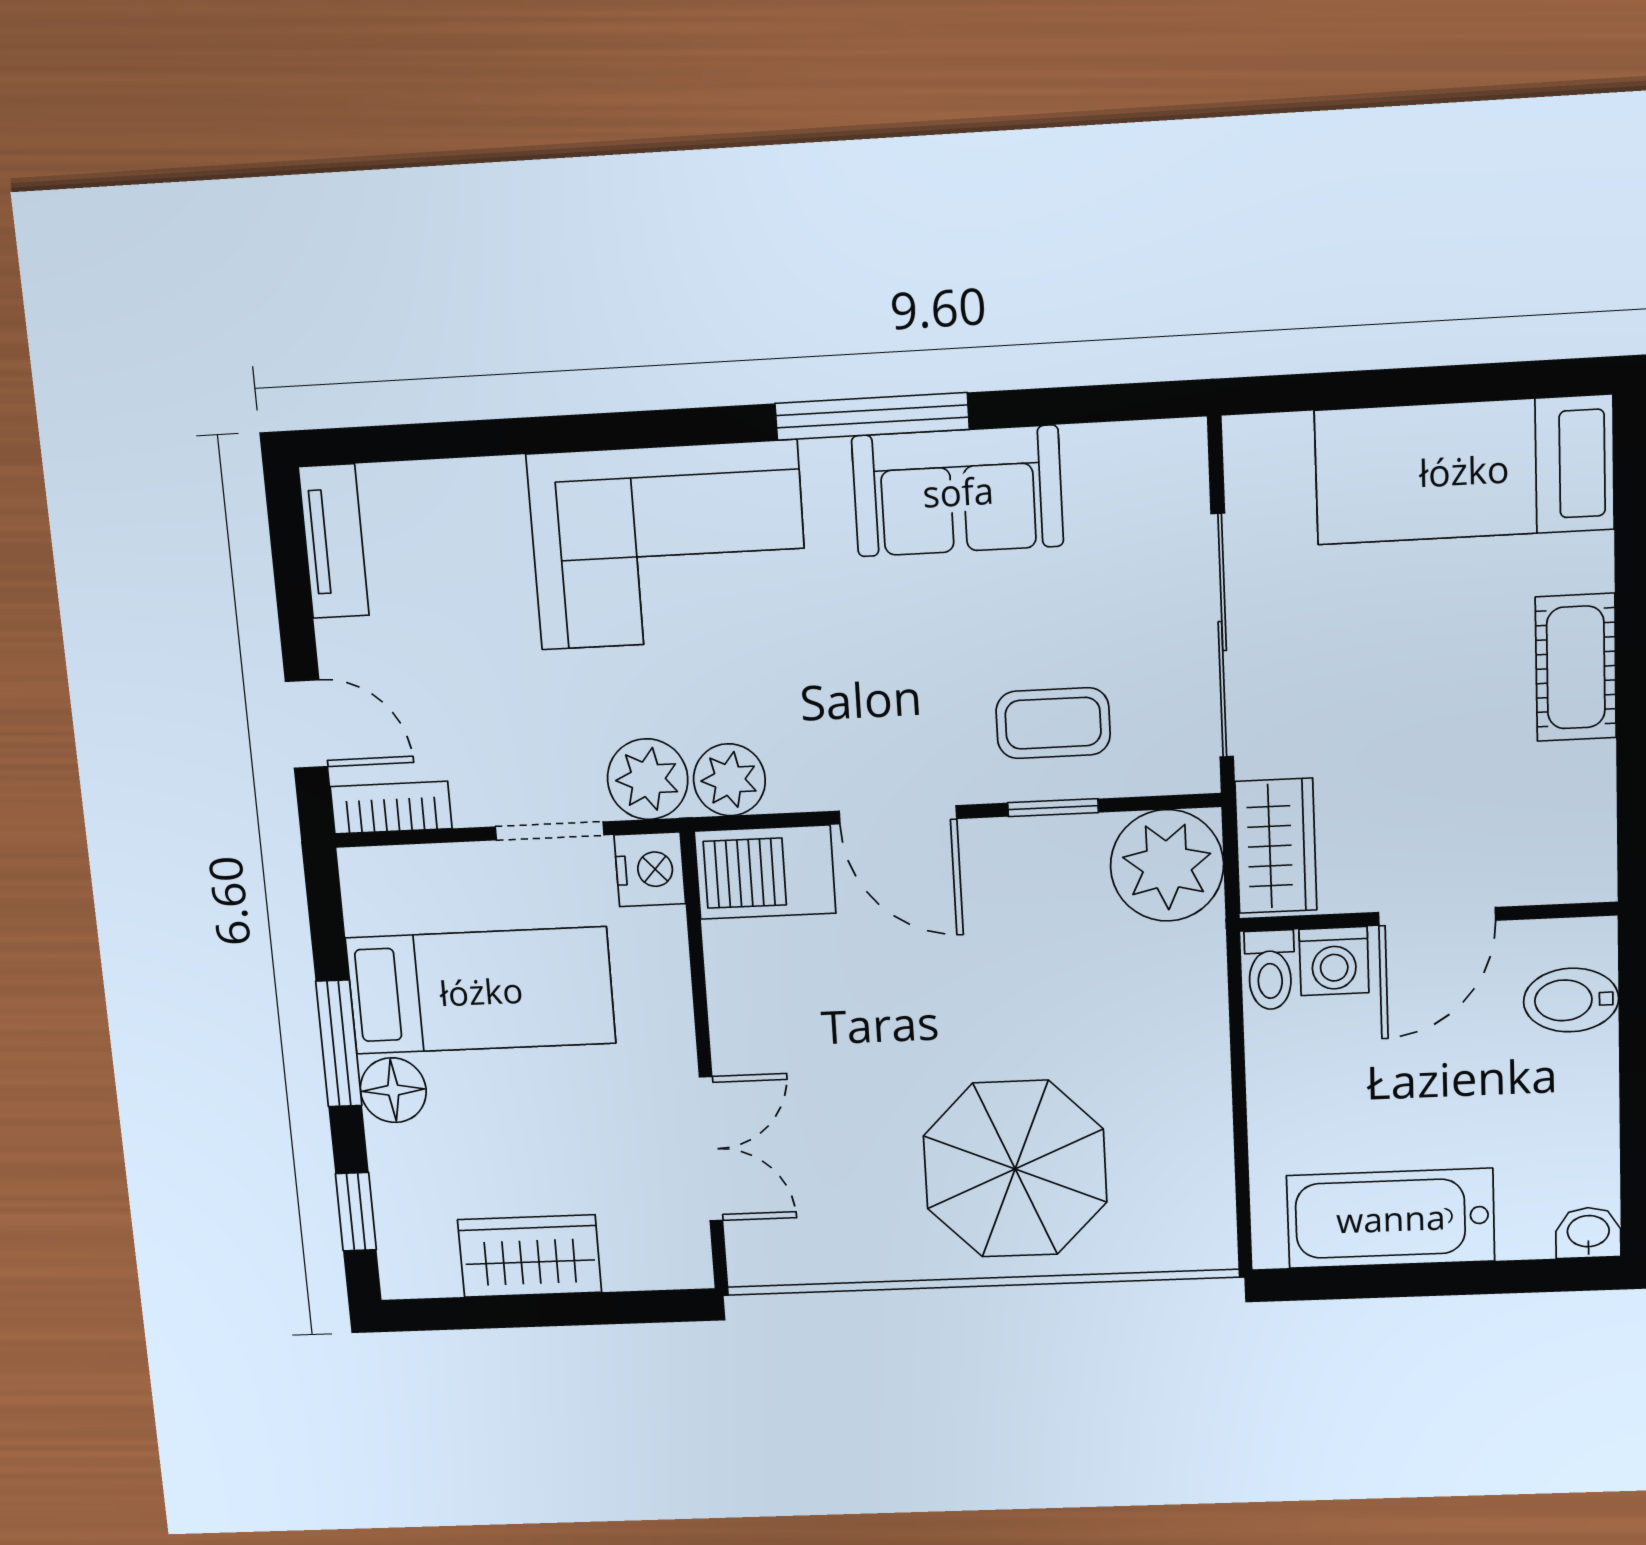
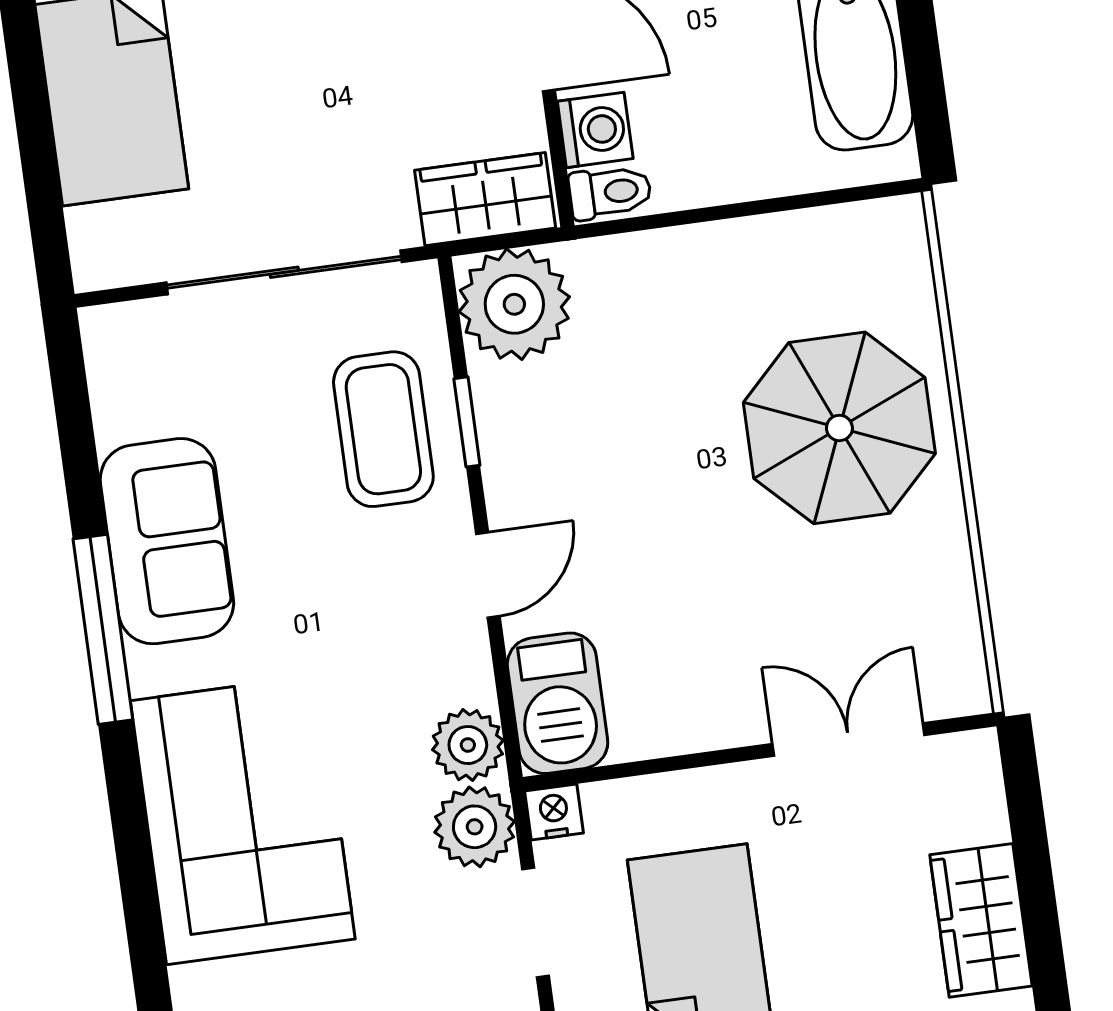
coffee table: (1053, 723) -> (383, 429), width x1.36, depth x1.30
door: (898, 815) -> (488, 575), width x0.73
nightstand: (650, 869) -> (554, 812), width x0.72, depth x0.74

